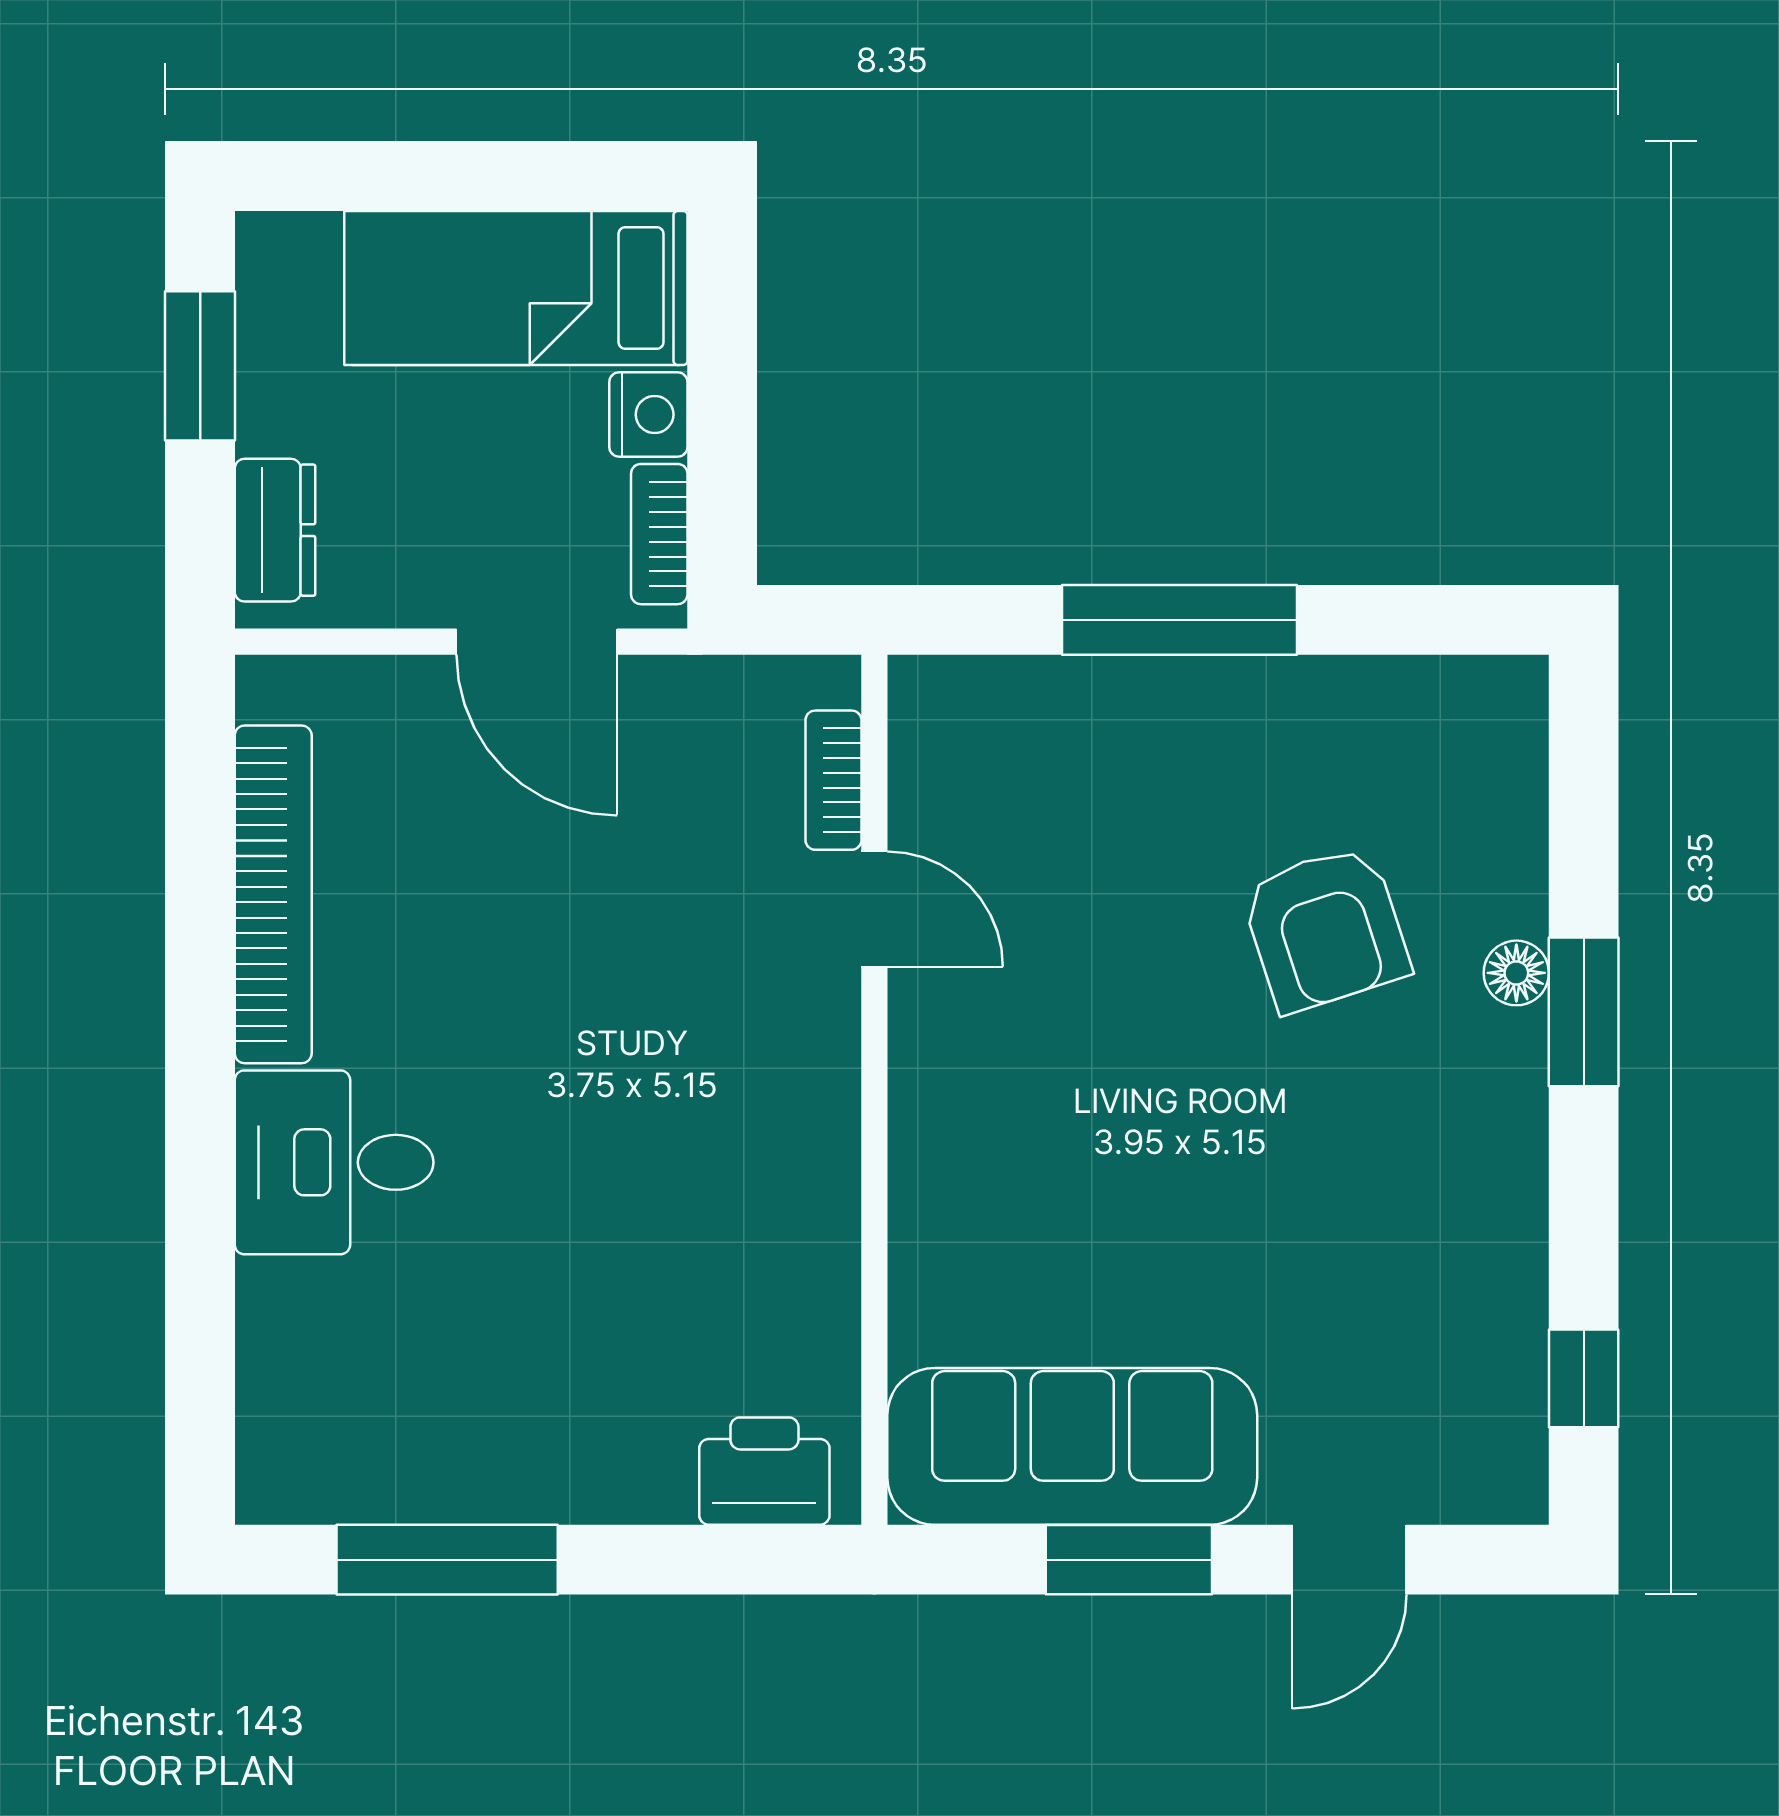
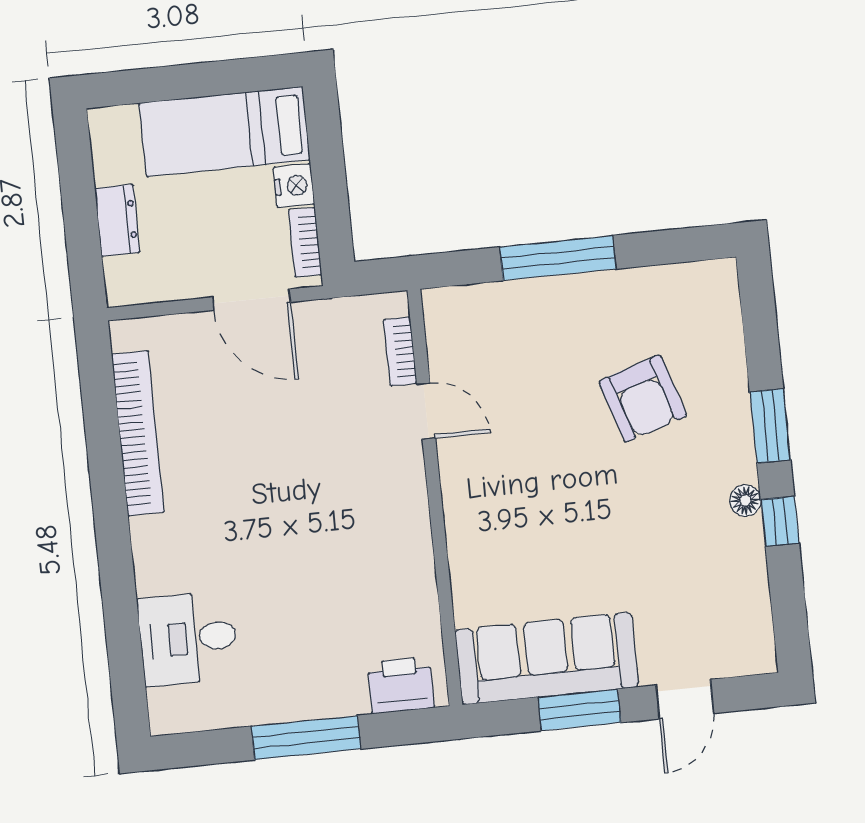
window: (200, 366) -> (77, 184), removed
dresser: (275, 530) -> (117, 220), moved
floor lamp: (1516, 973) -> (745, 501), moved
desk: (334, 1162) -> (188, 638), moved
window: (1584, 1378) -> (780, 521), moved
window: (447, 1560) -> (306, 738), moved

